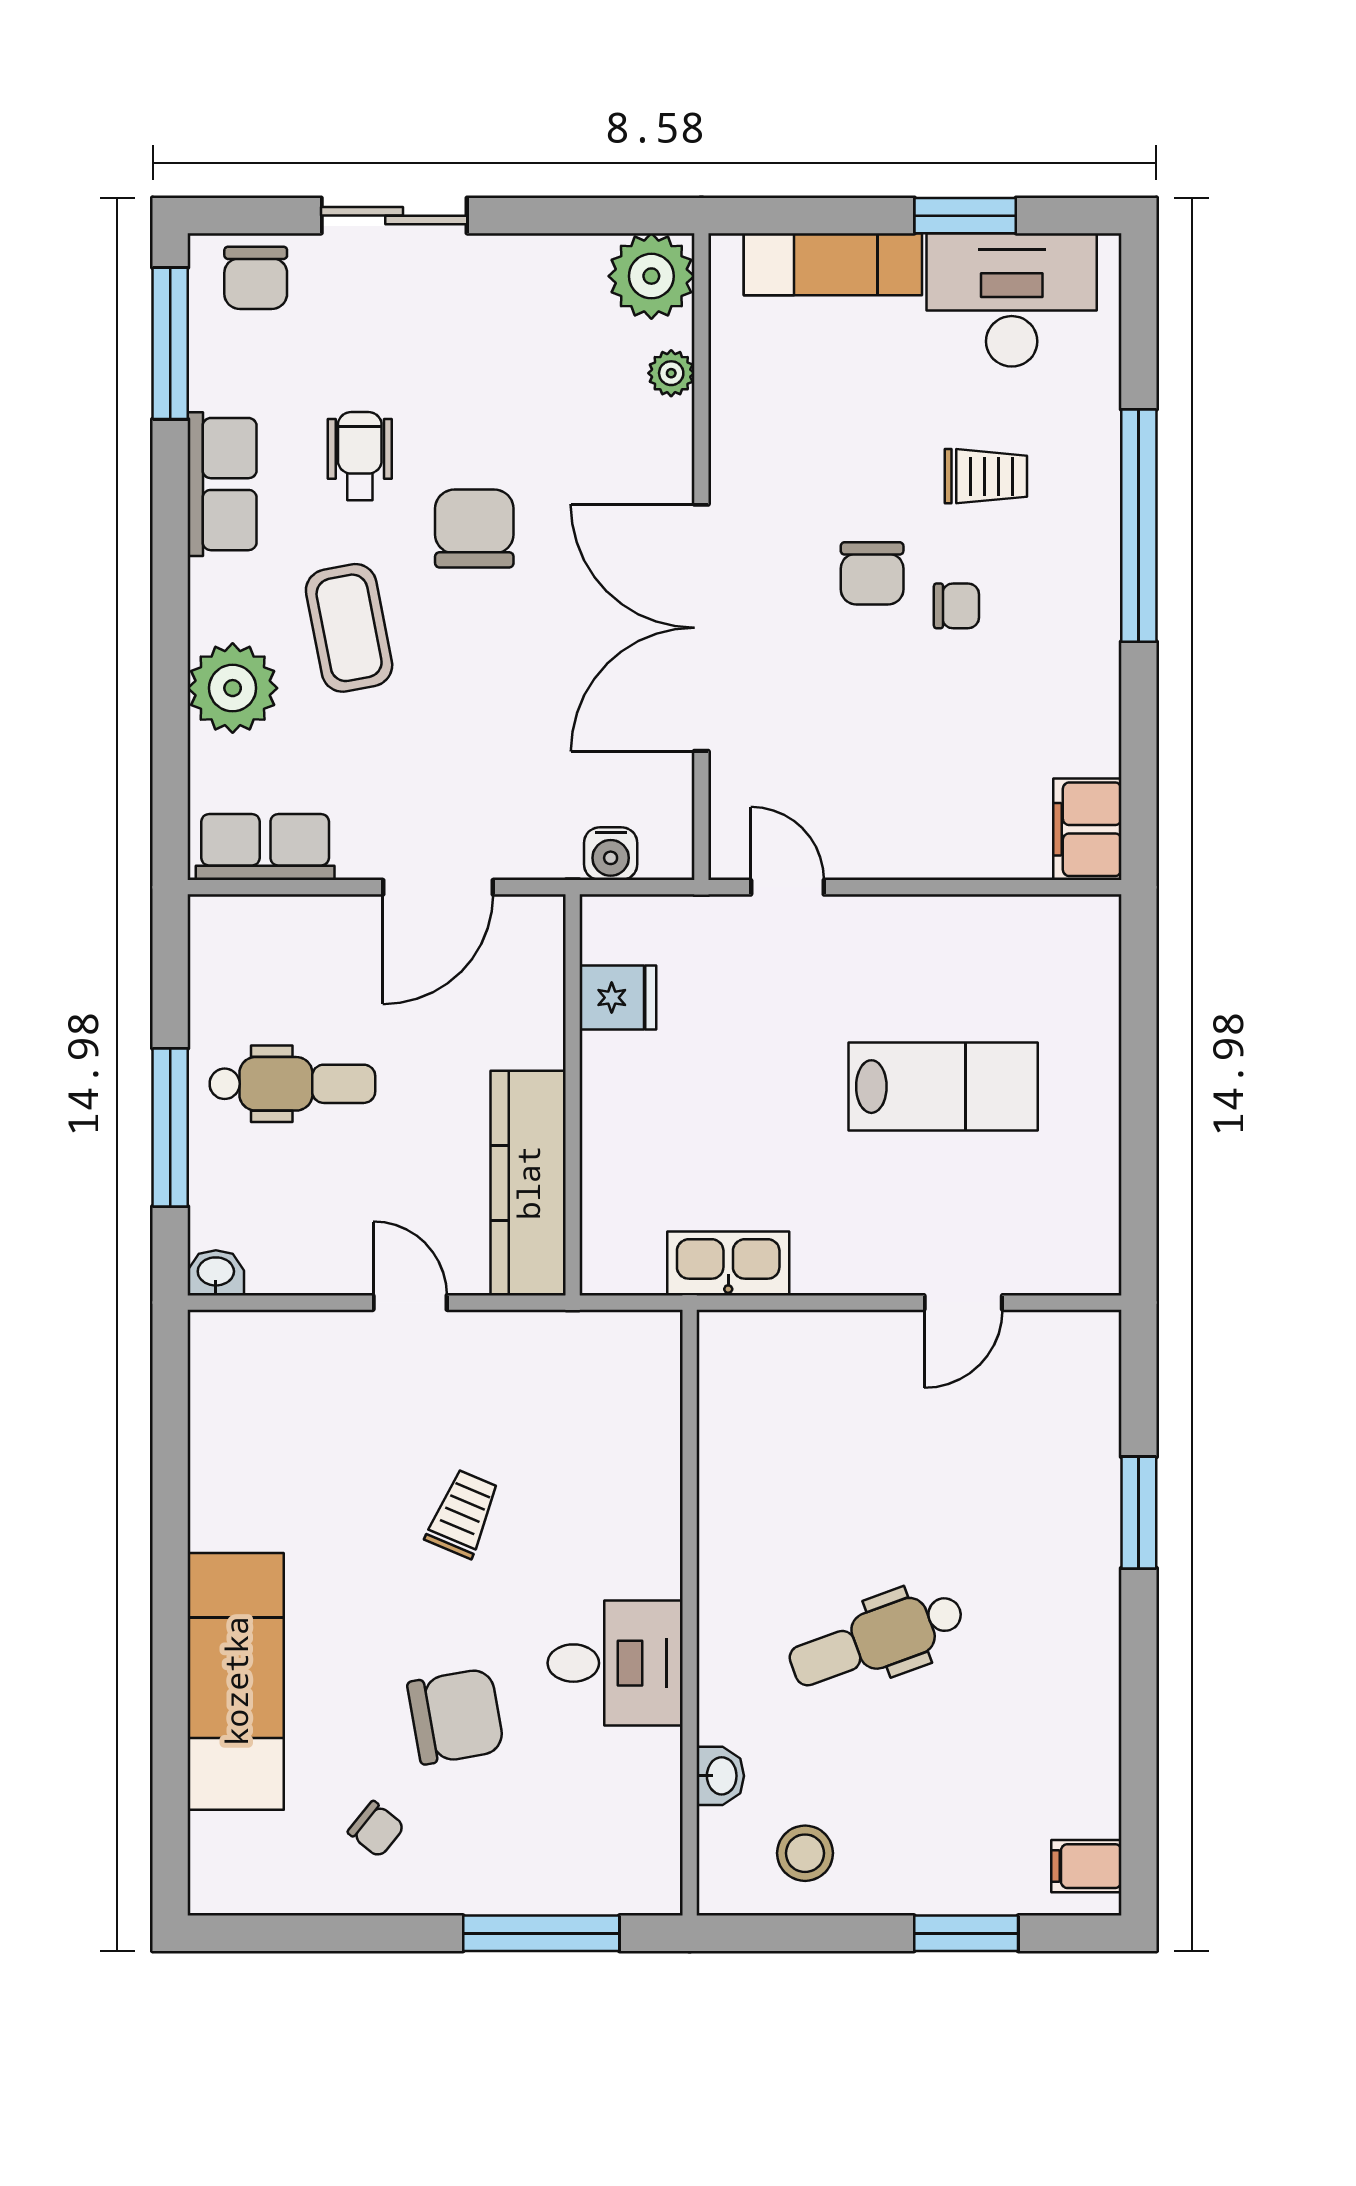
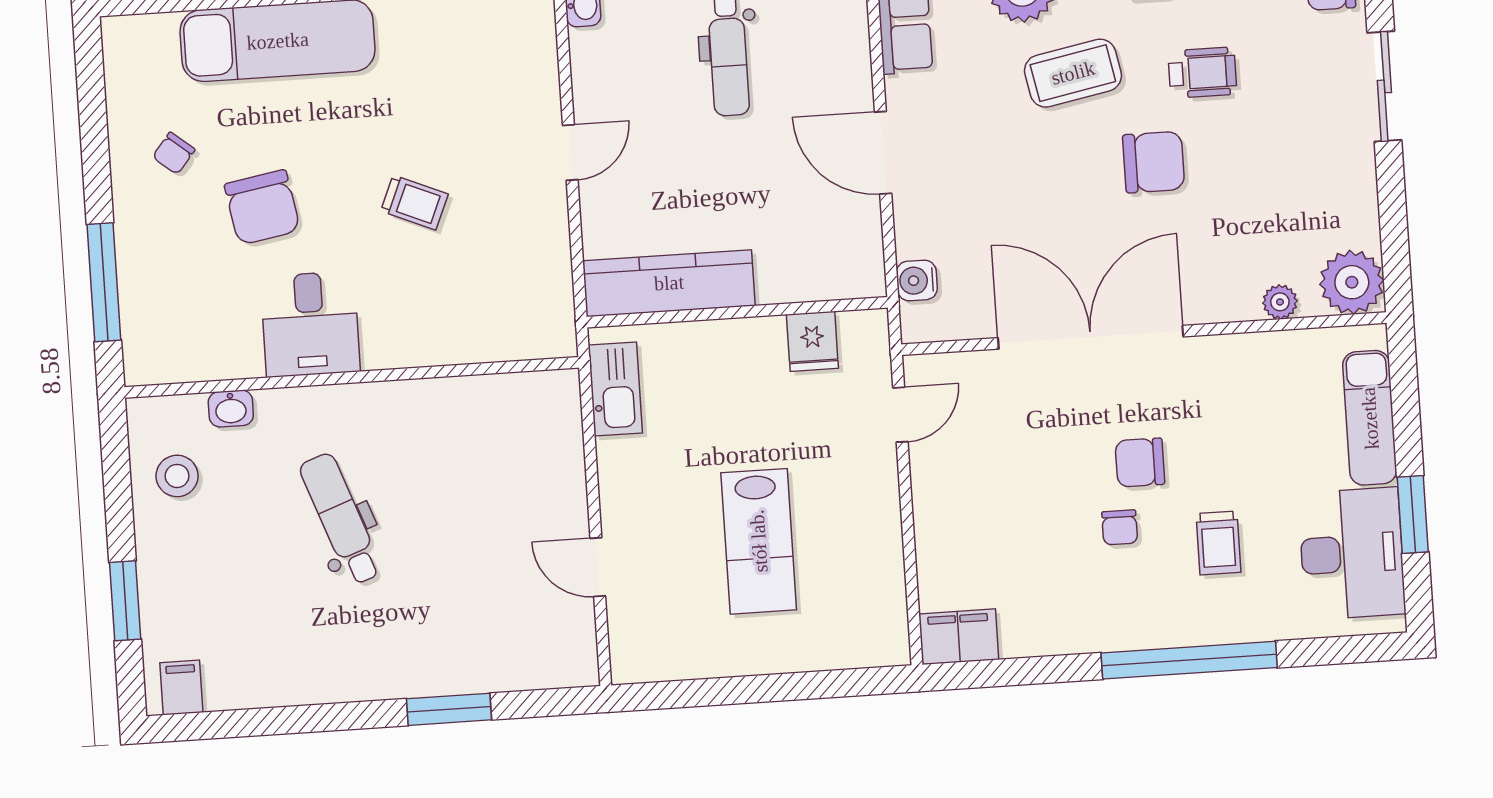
fridge: (618, 998) -> (812, 341), moved
wall: (573, 1095) -> (737, 312), moved
kitchen counter: (528, 1183) -> (669, 283), moved

